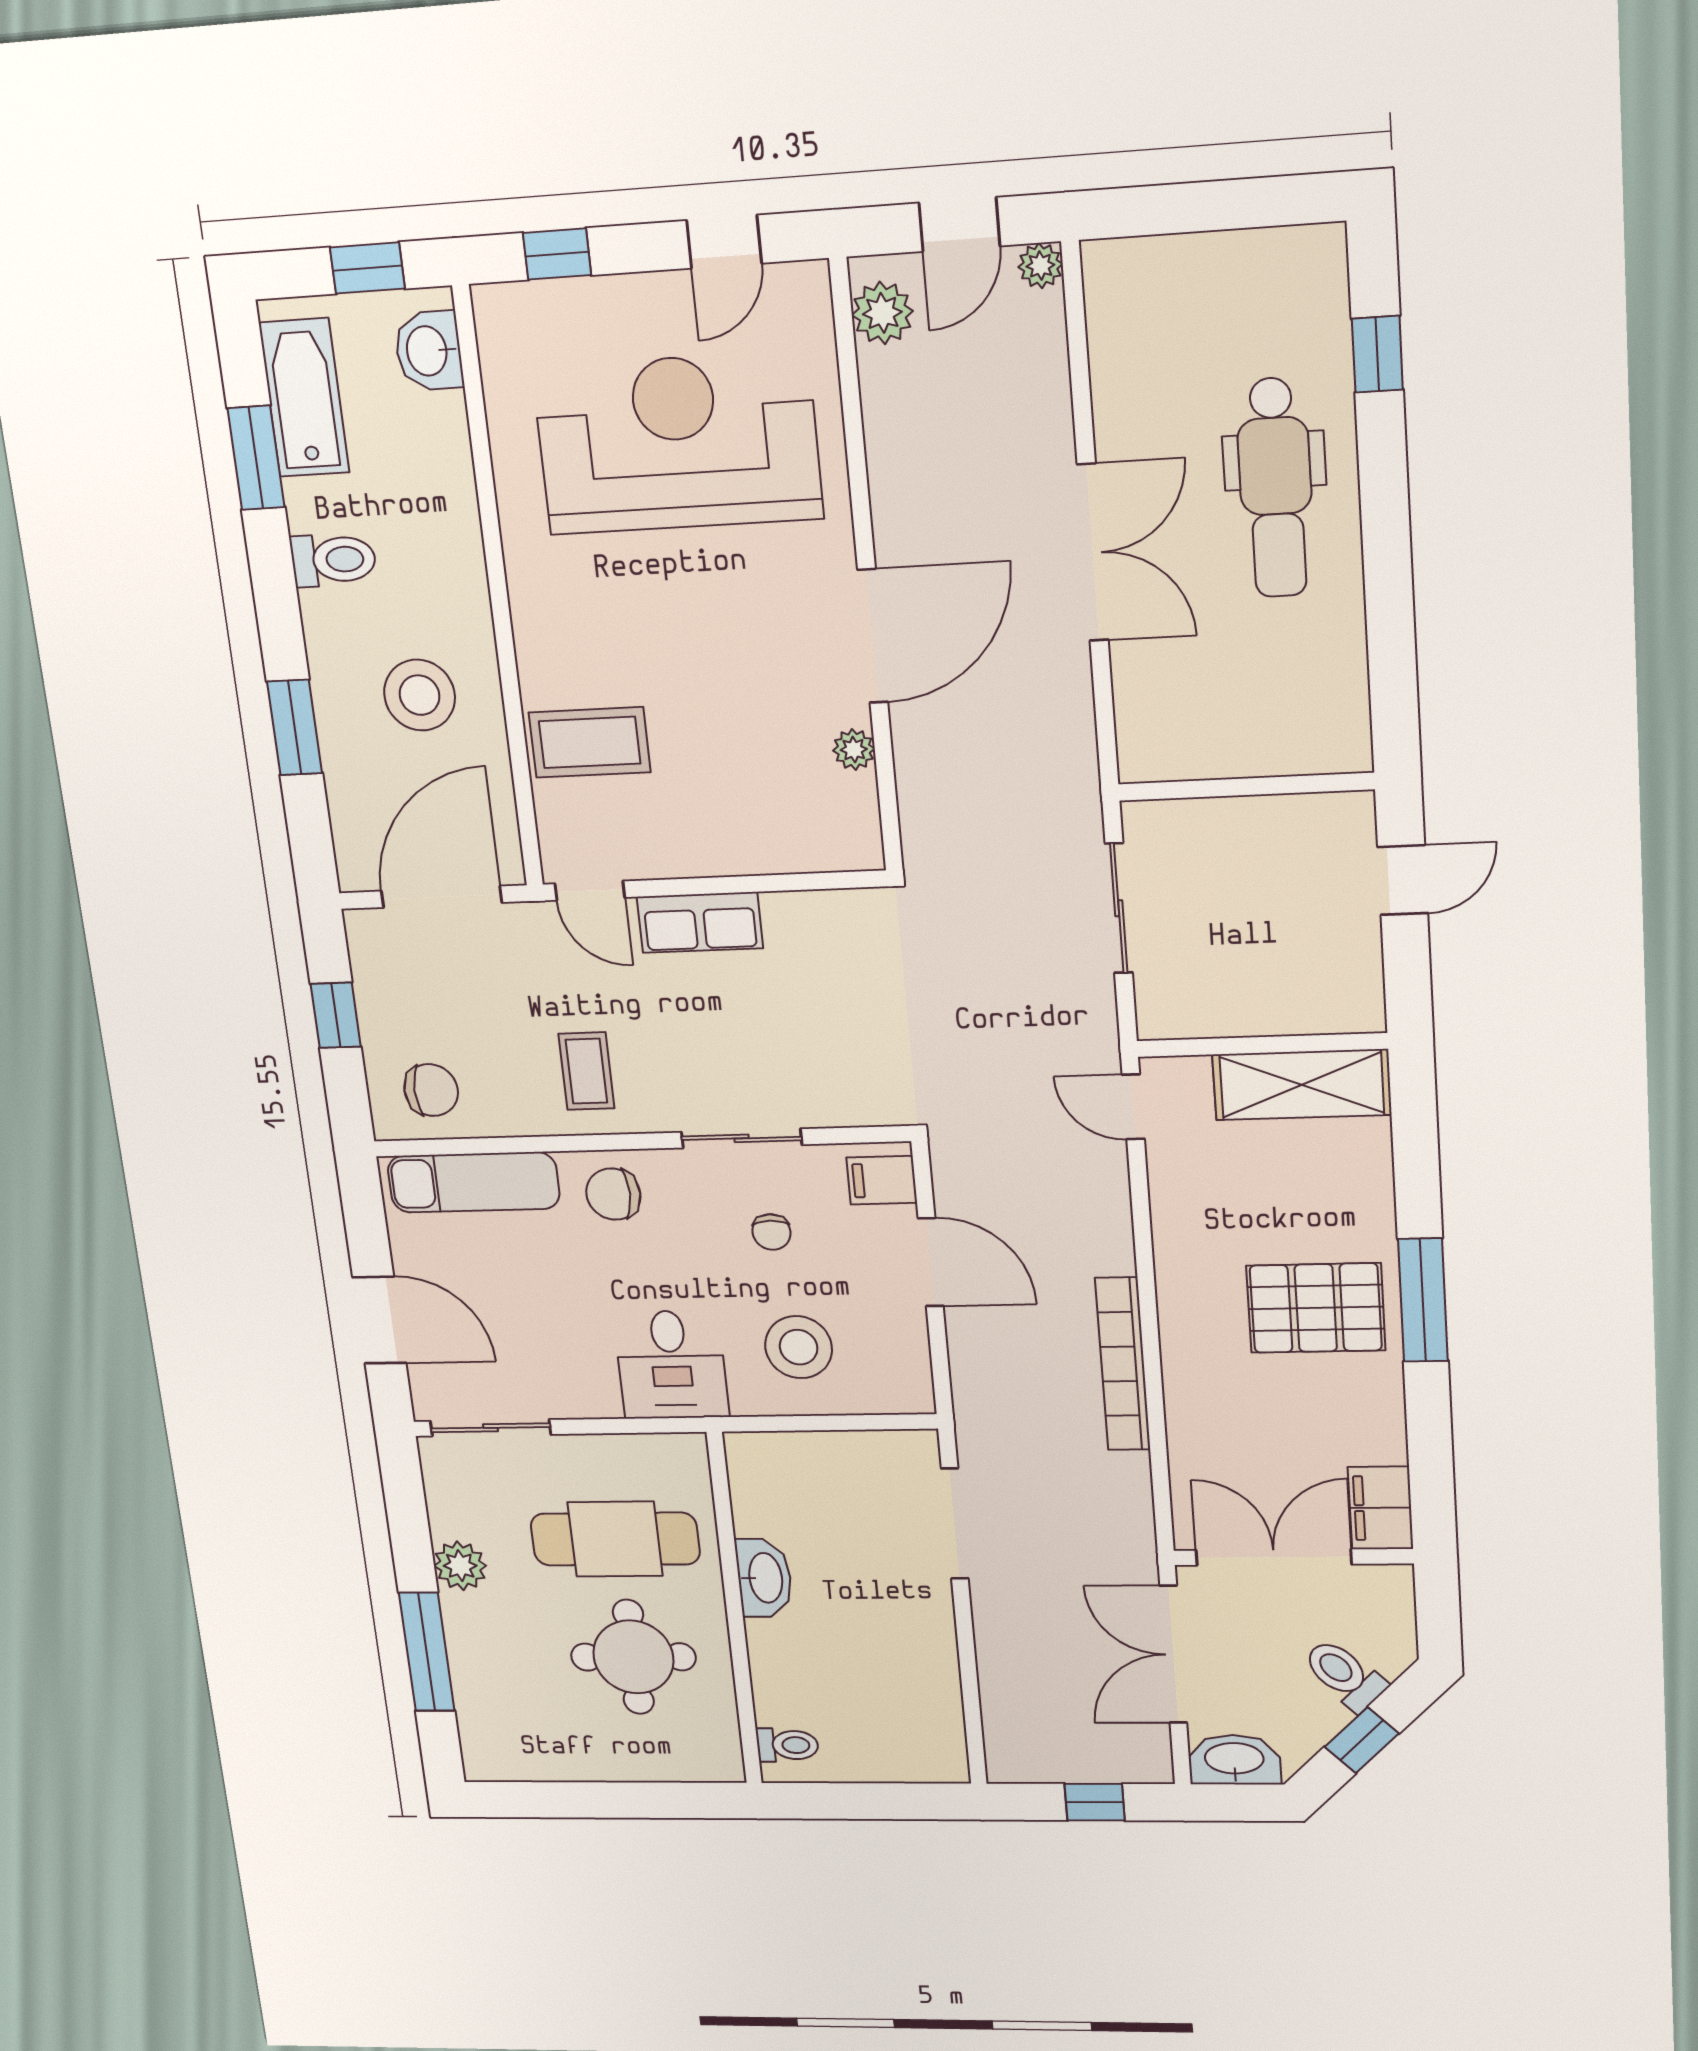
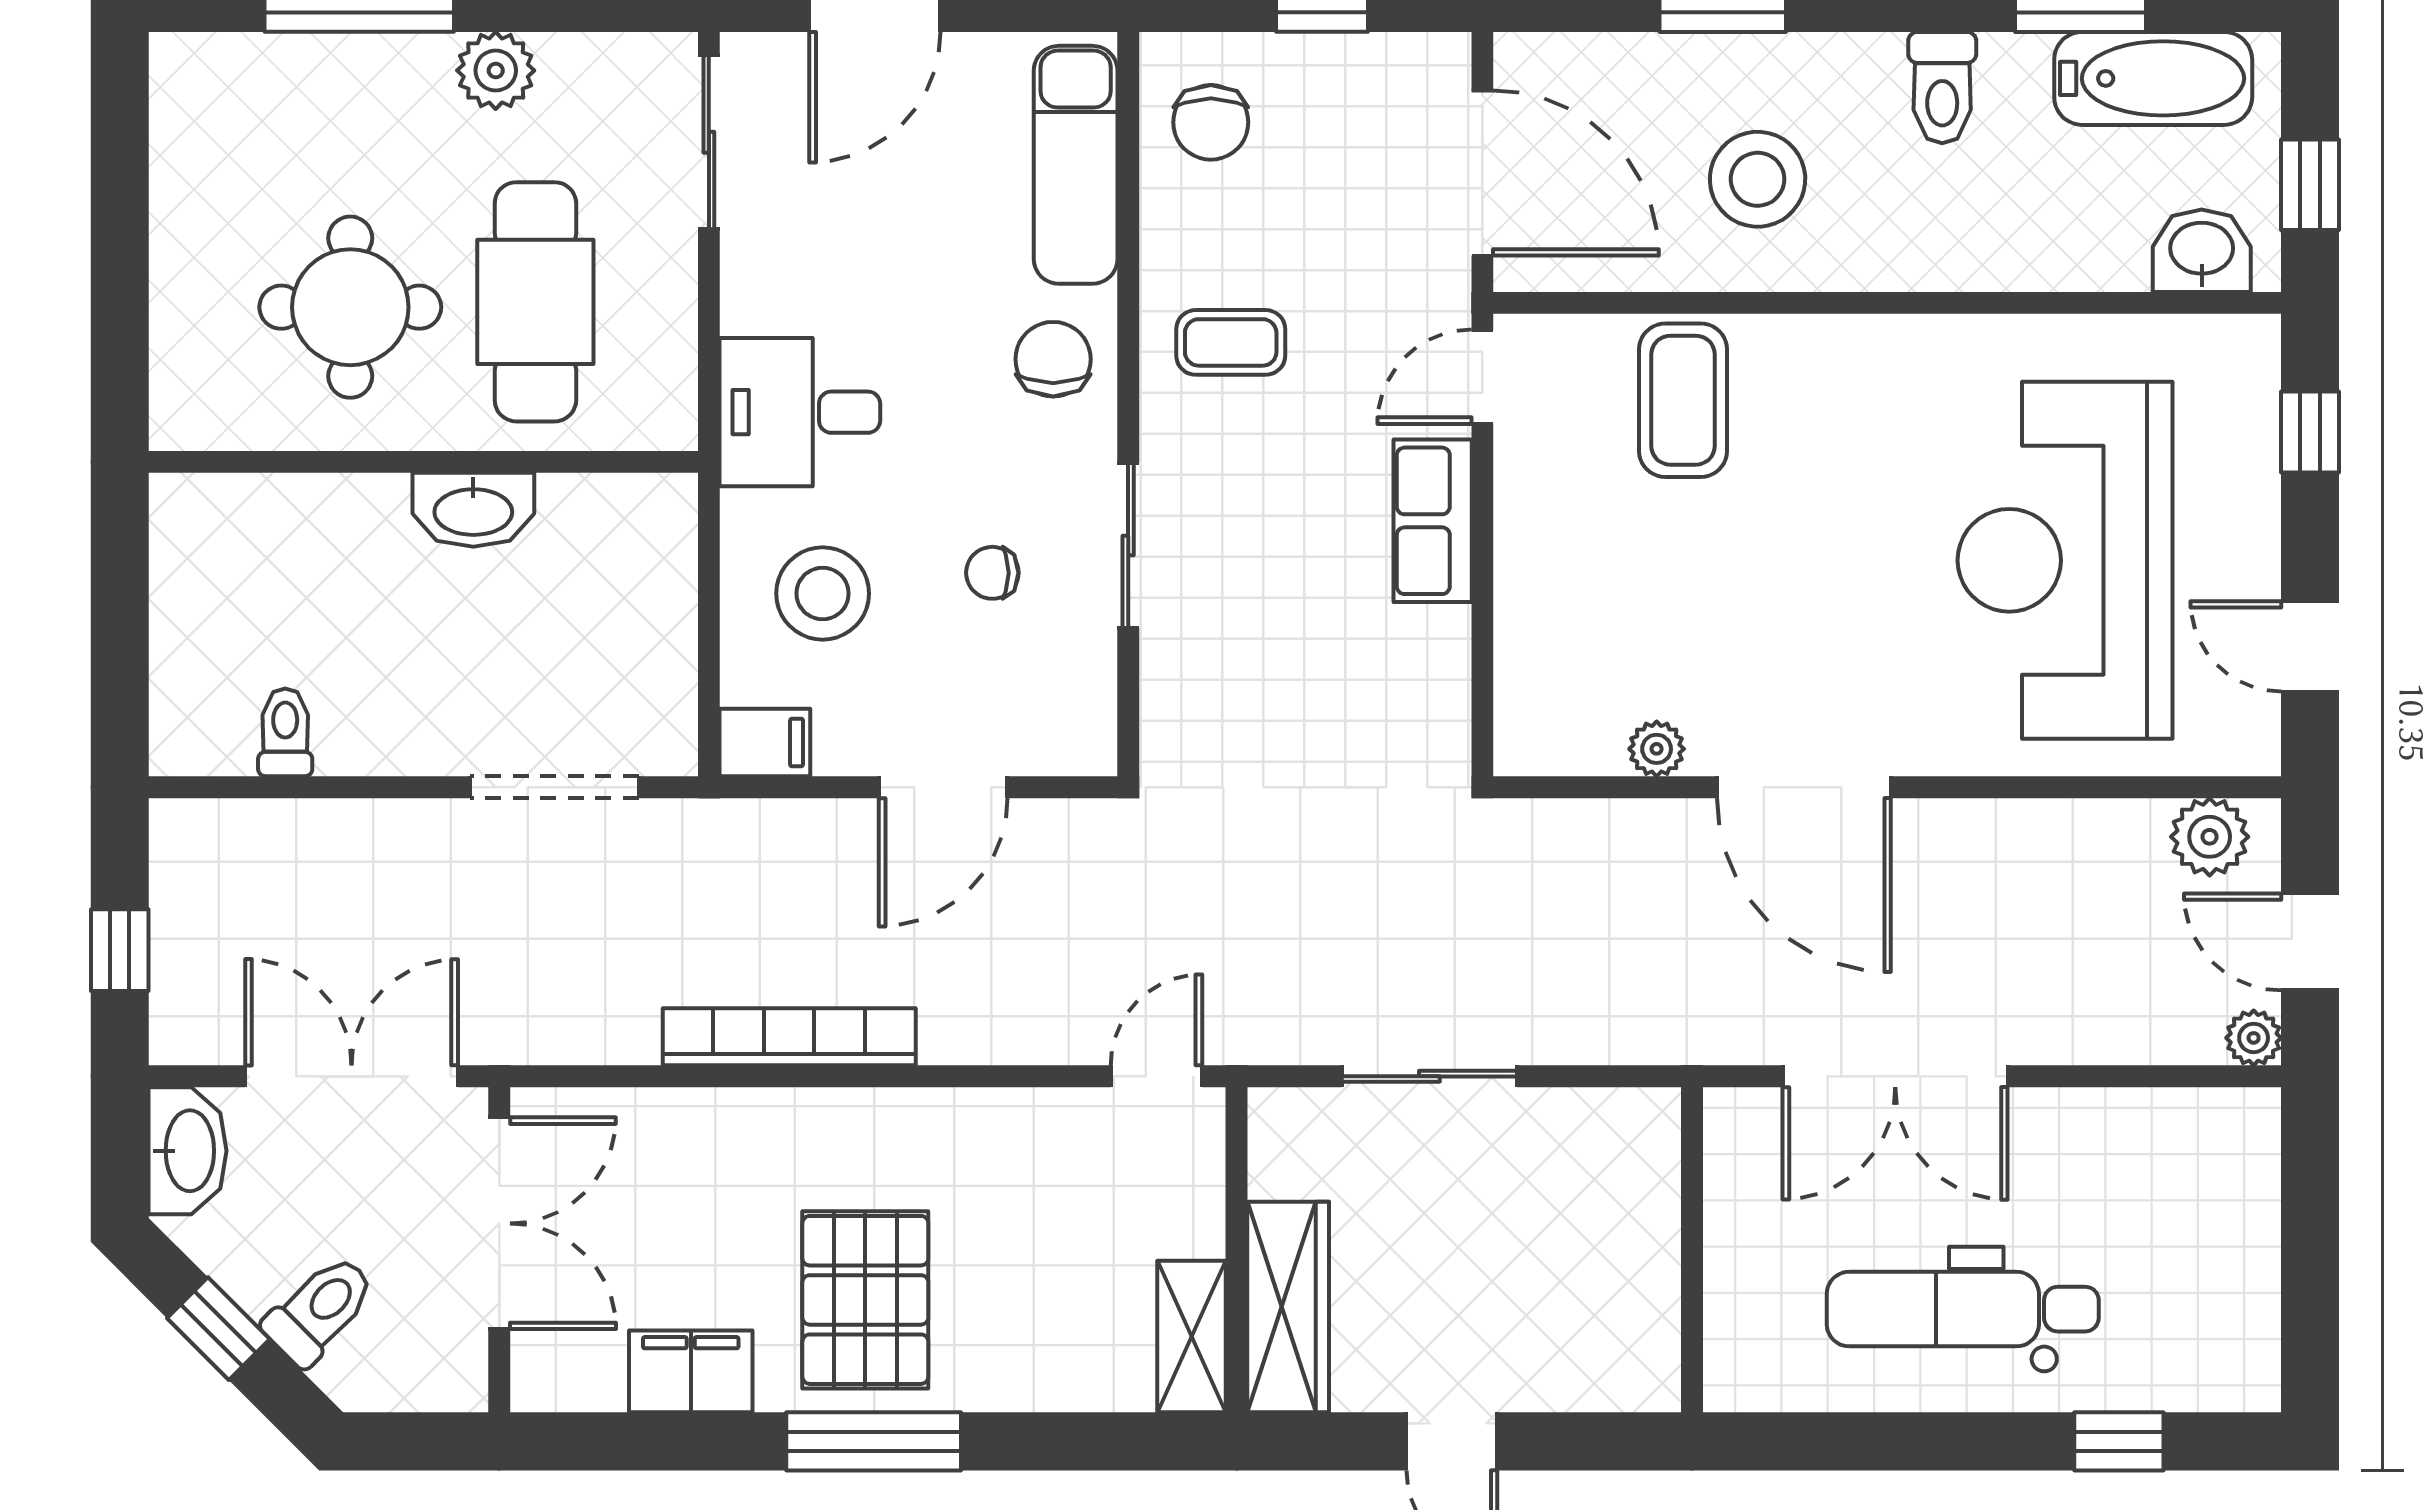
reception desk: (678, 443) -> (2065, 560), turned 180
wall: (1246, 787) -> (1692, 1250), moved
wardrobe: (1304, 1006) -> (1288, 1307), added
shelving: (1302, 1085) -> (1192, 1337), width x0.67, depth x0.75
filing cabinet: (882, 1180) -> (765, 742), moved, turned 90
filing cabinet: (1381, 1508) -> (691, 1371), moved
toilet: (787, 1745) -> (285, 732), moved, turned 180

